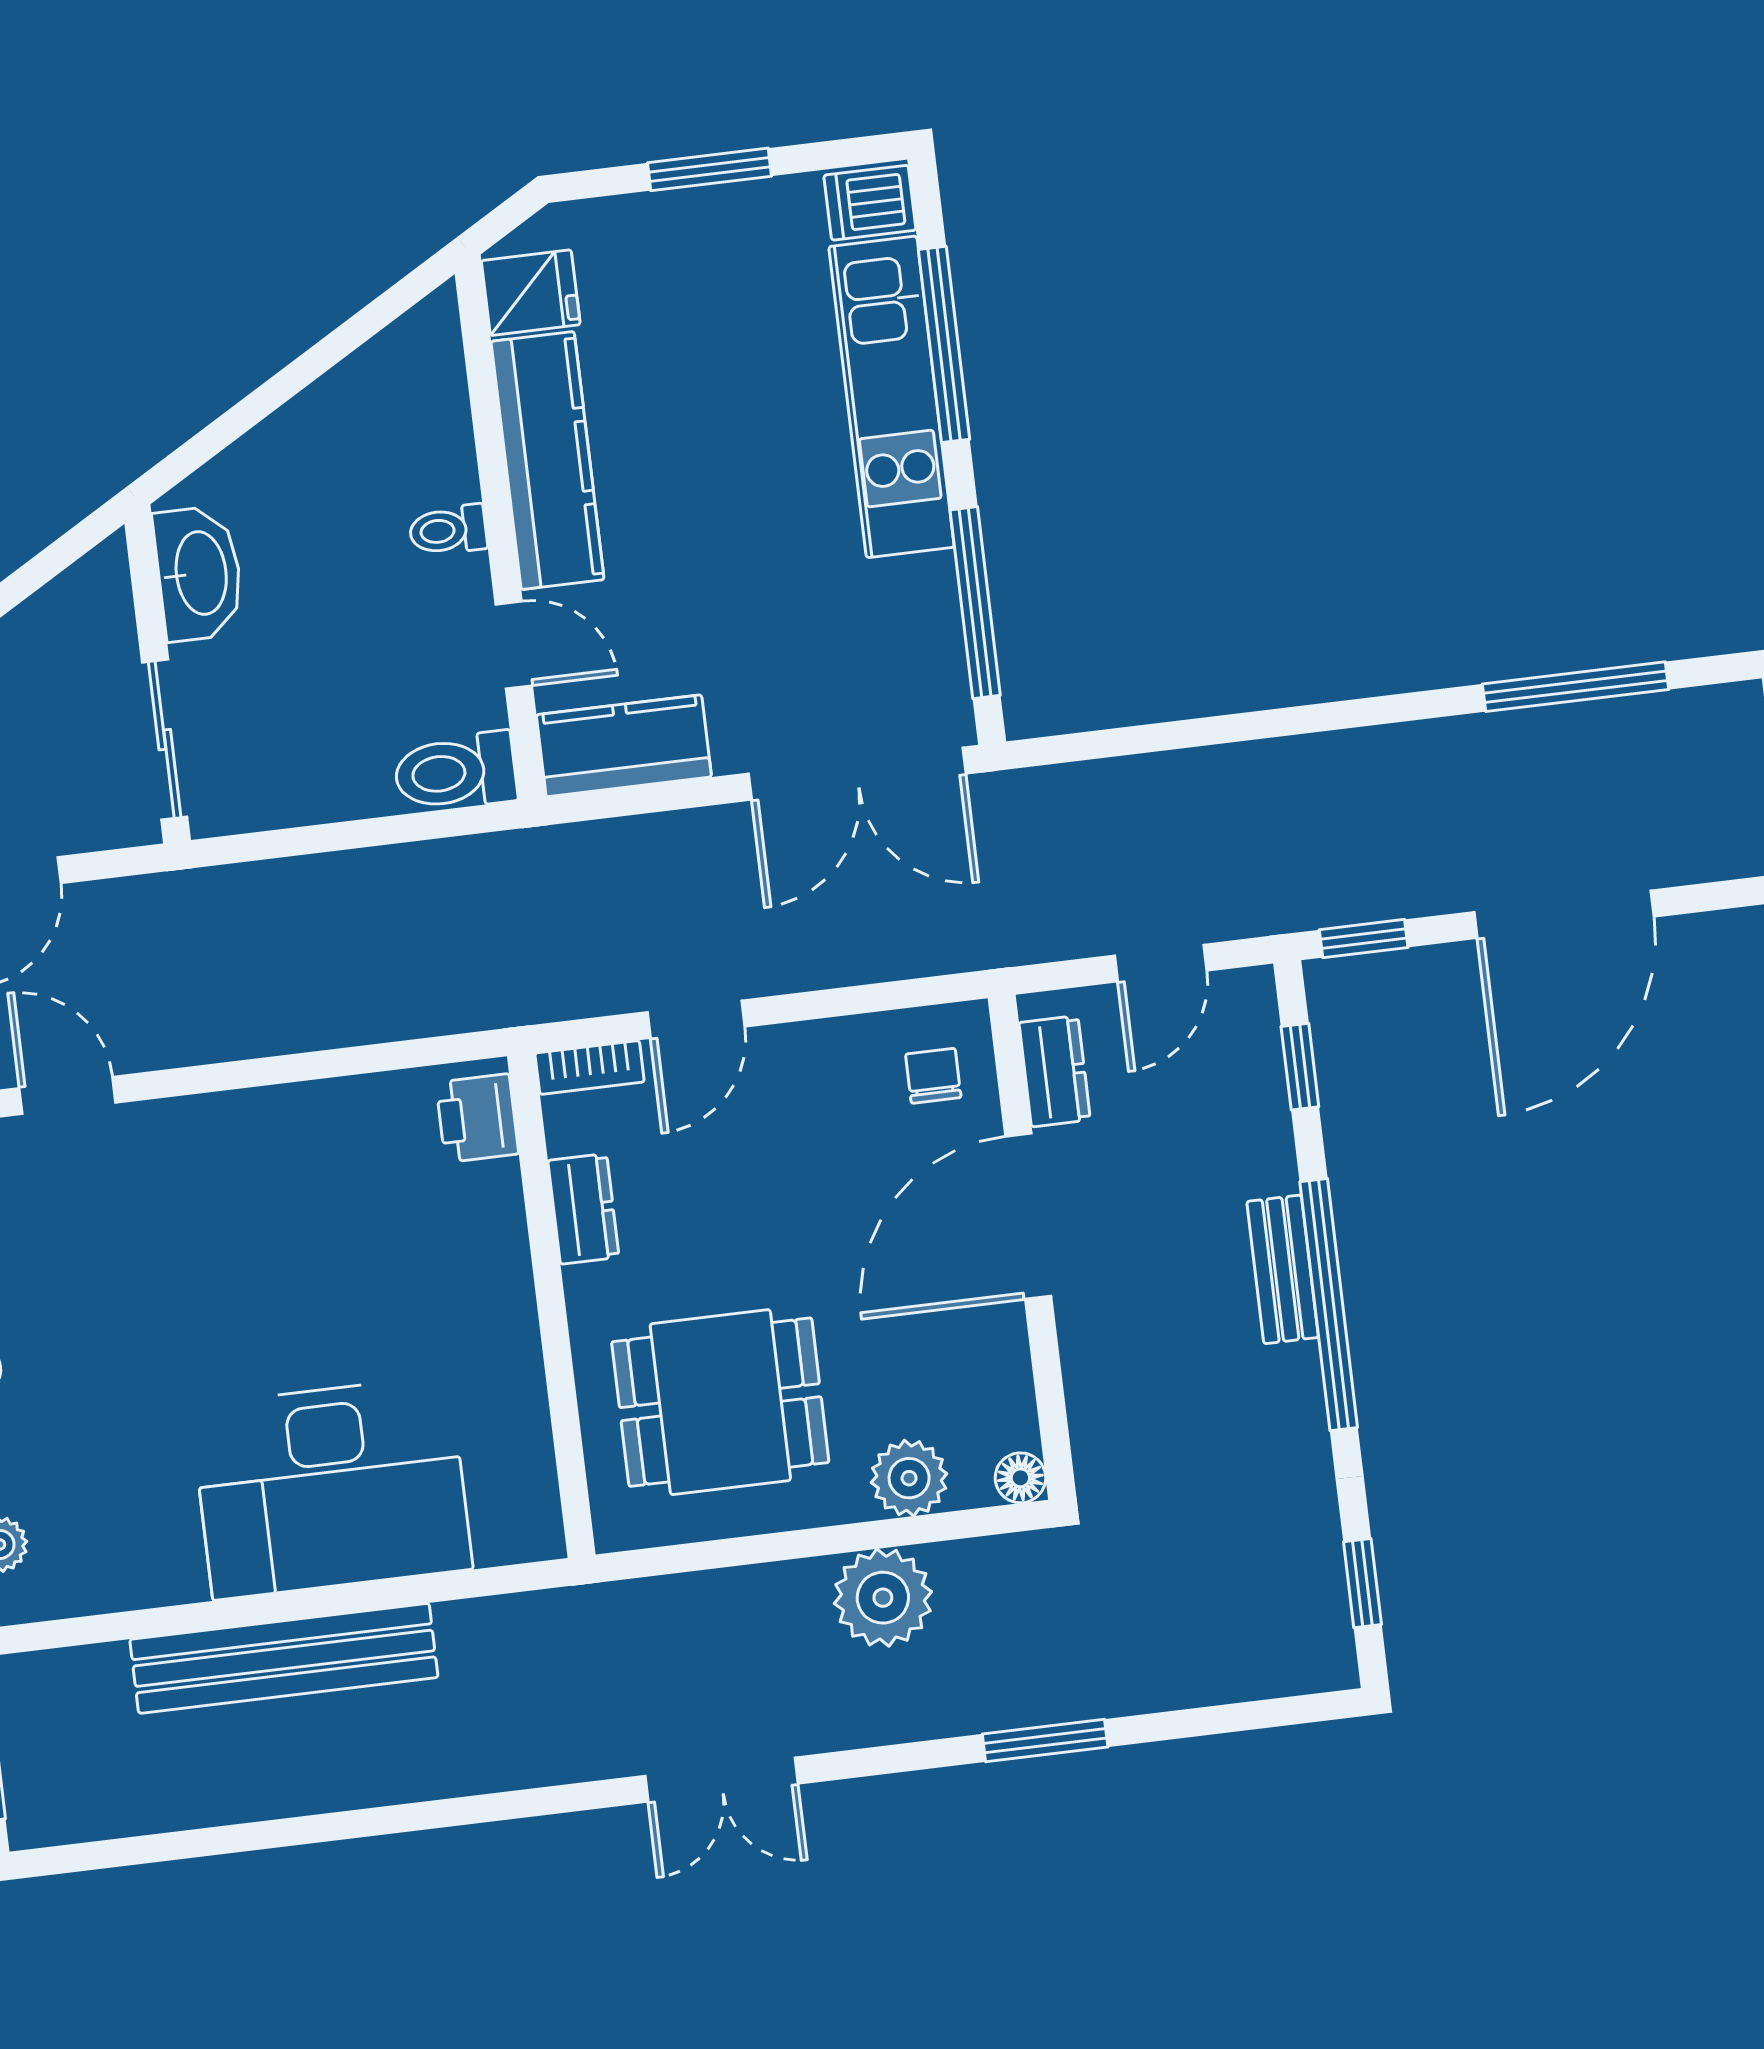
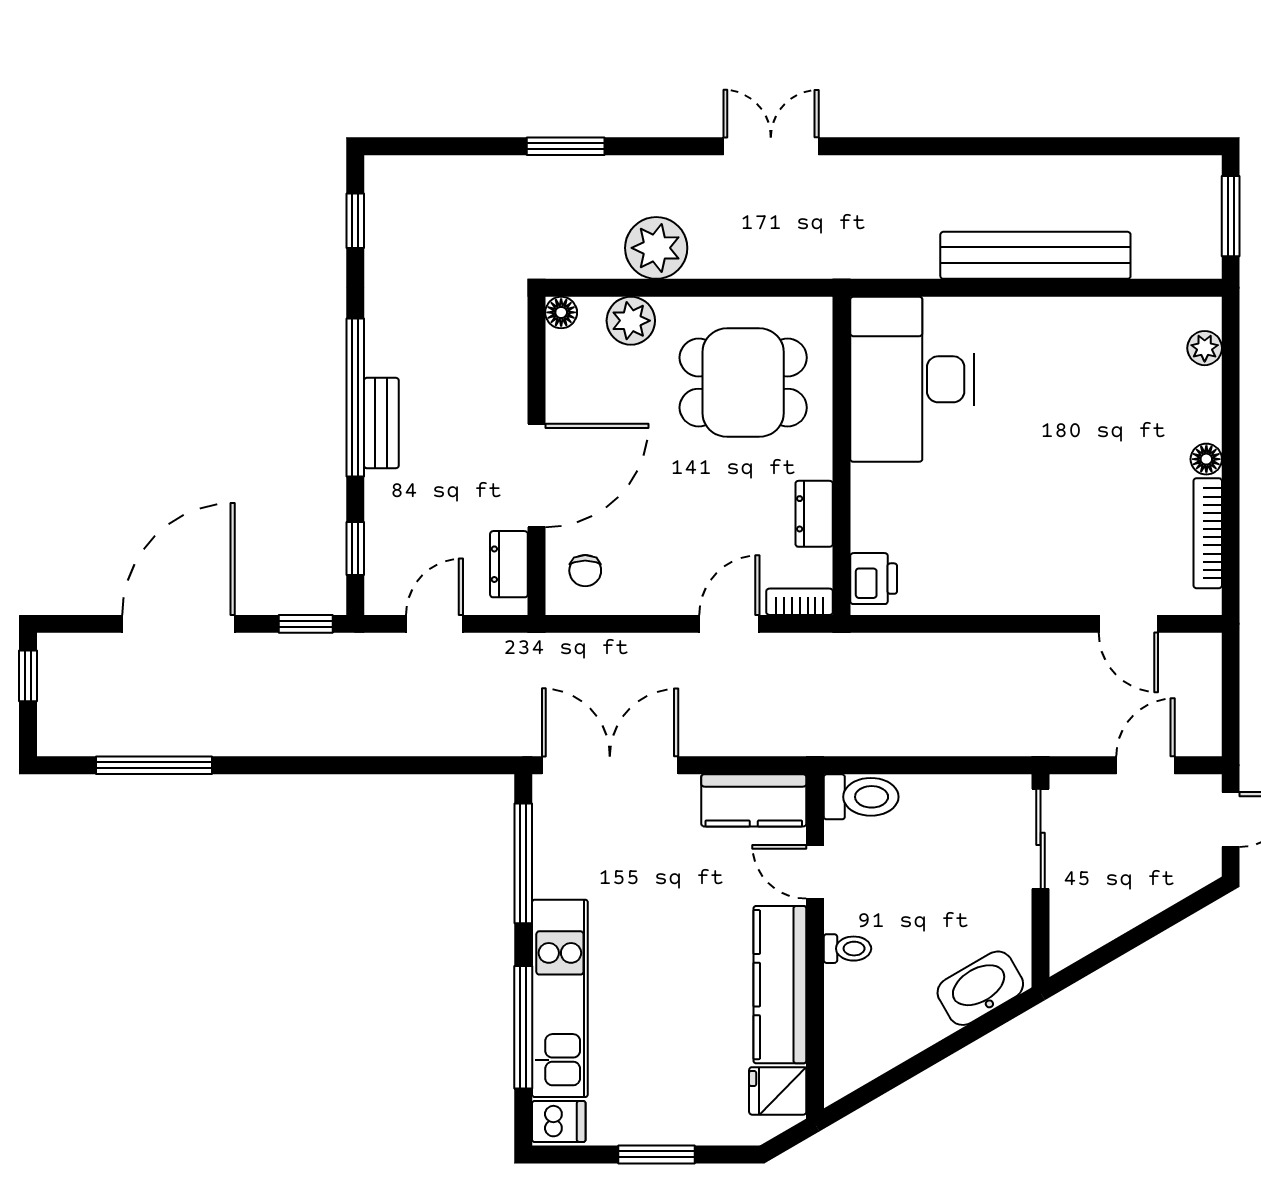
washbasin: (199, 573) -> (980, 988), moved, turned 60
desk: (331, 1488) -> (912, 379), moved, turned -90

